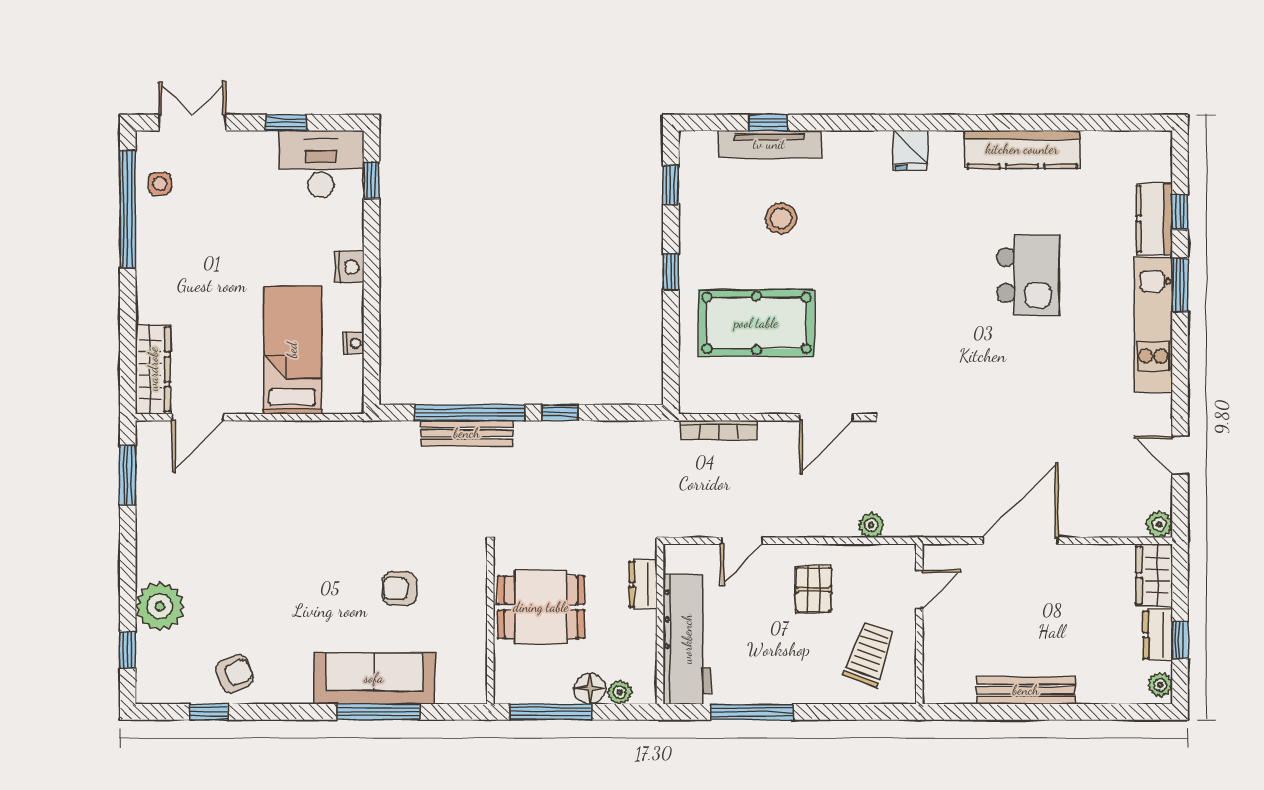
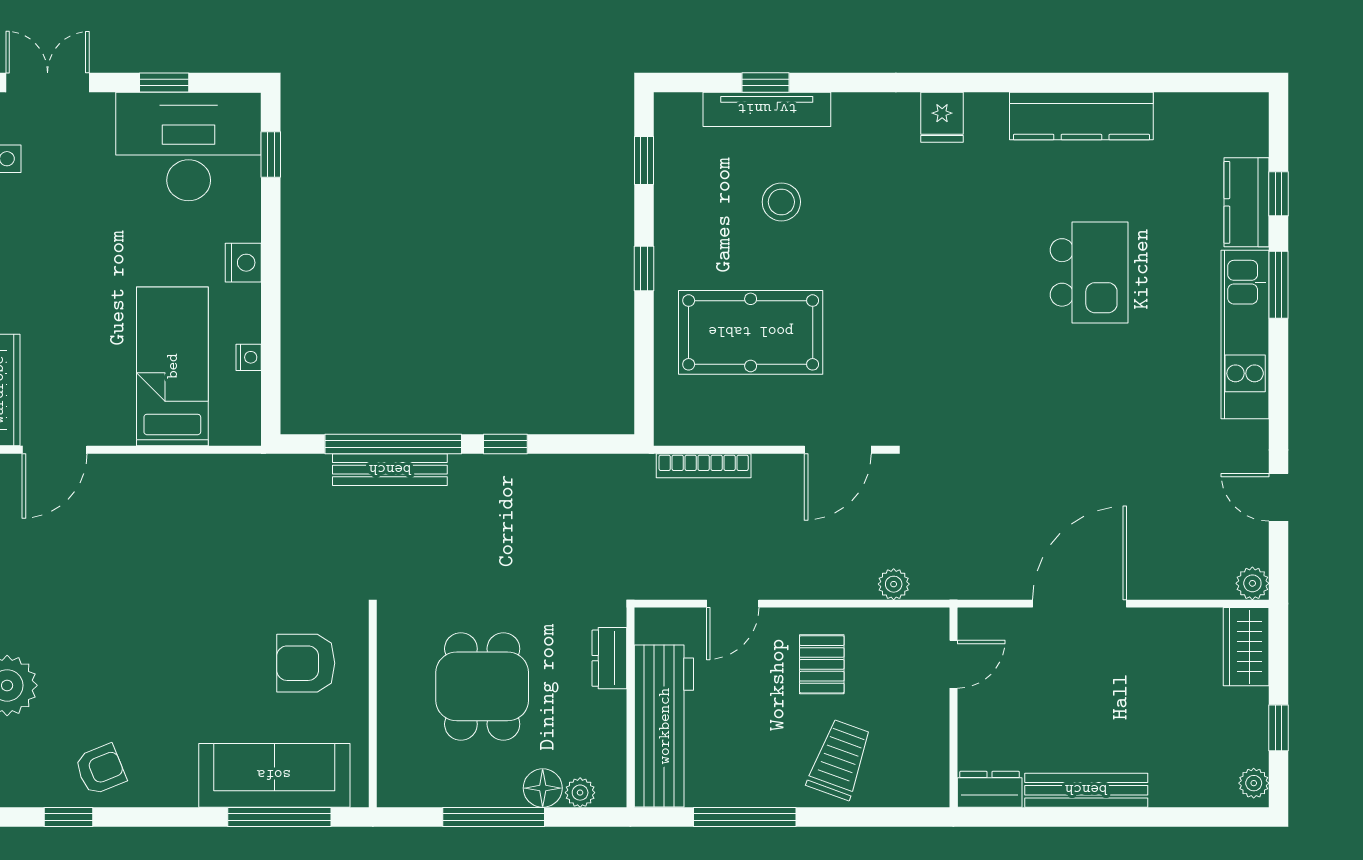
desk: (321, 164) -> (189, 147), width x1.36, depth x1.30
armchair: (399, 588) -> (306, 663), width x1.38, depth x1.38
dining table: (541, 607) -> (482, 686), turned 90
wall: (490, 624) -> (373, 707), moved
dresser: (1158, 635) -> (990, 789), moved, turned 90
trolley: (869, 654) -> (840, 760), moved

